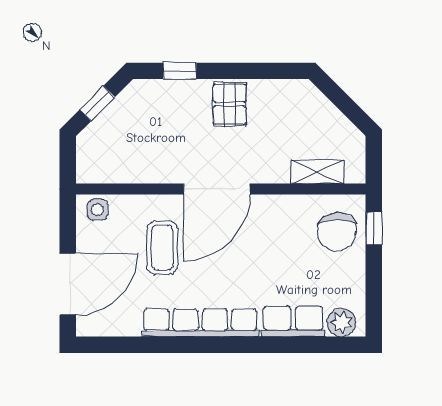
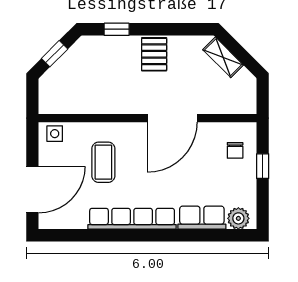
shelving: (318, 172) -> (223, 57), moved, turned 45
door: (217, 189) -> (172, 118), moved
window: (374, 228) -> (263, 166), moved
chair: (337, 232) -> (235, 150), width x0.54, depth x0.54

